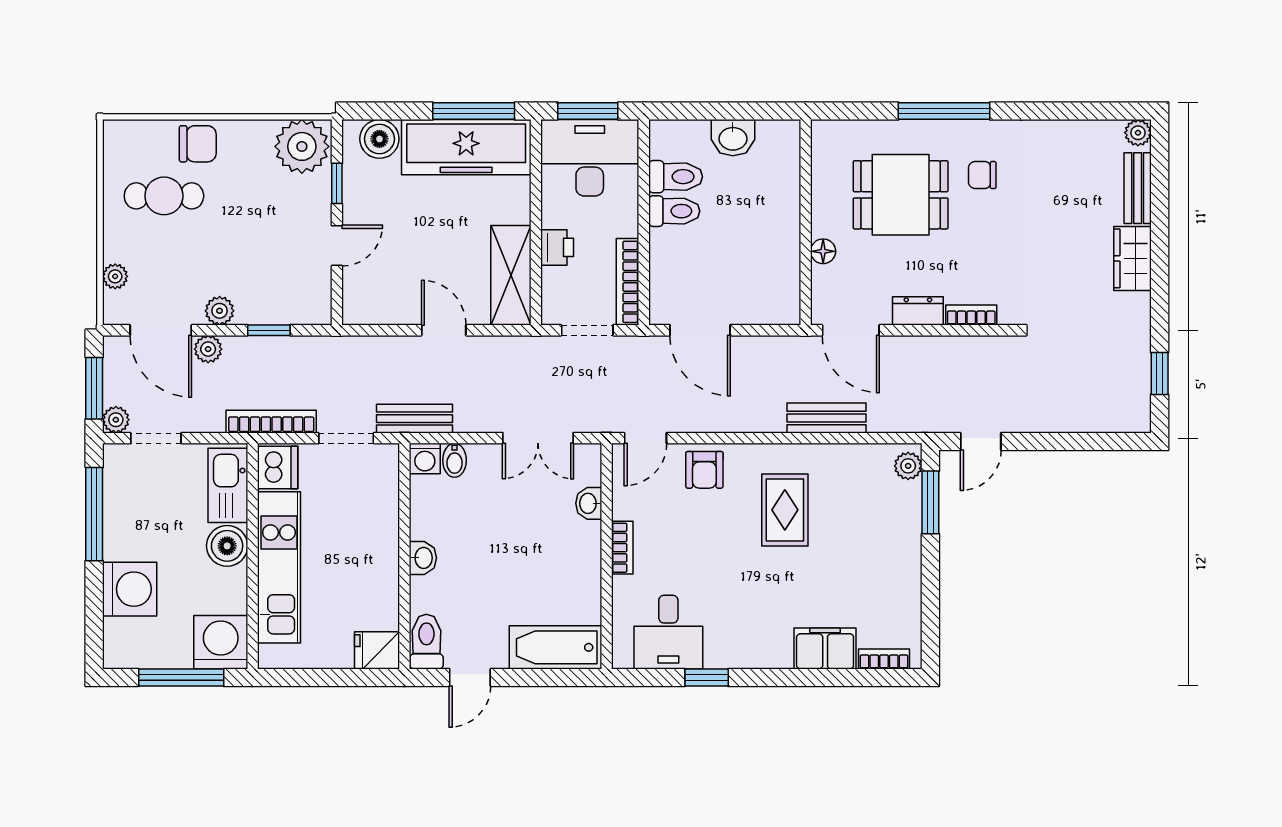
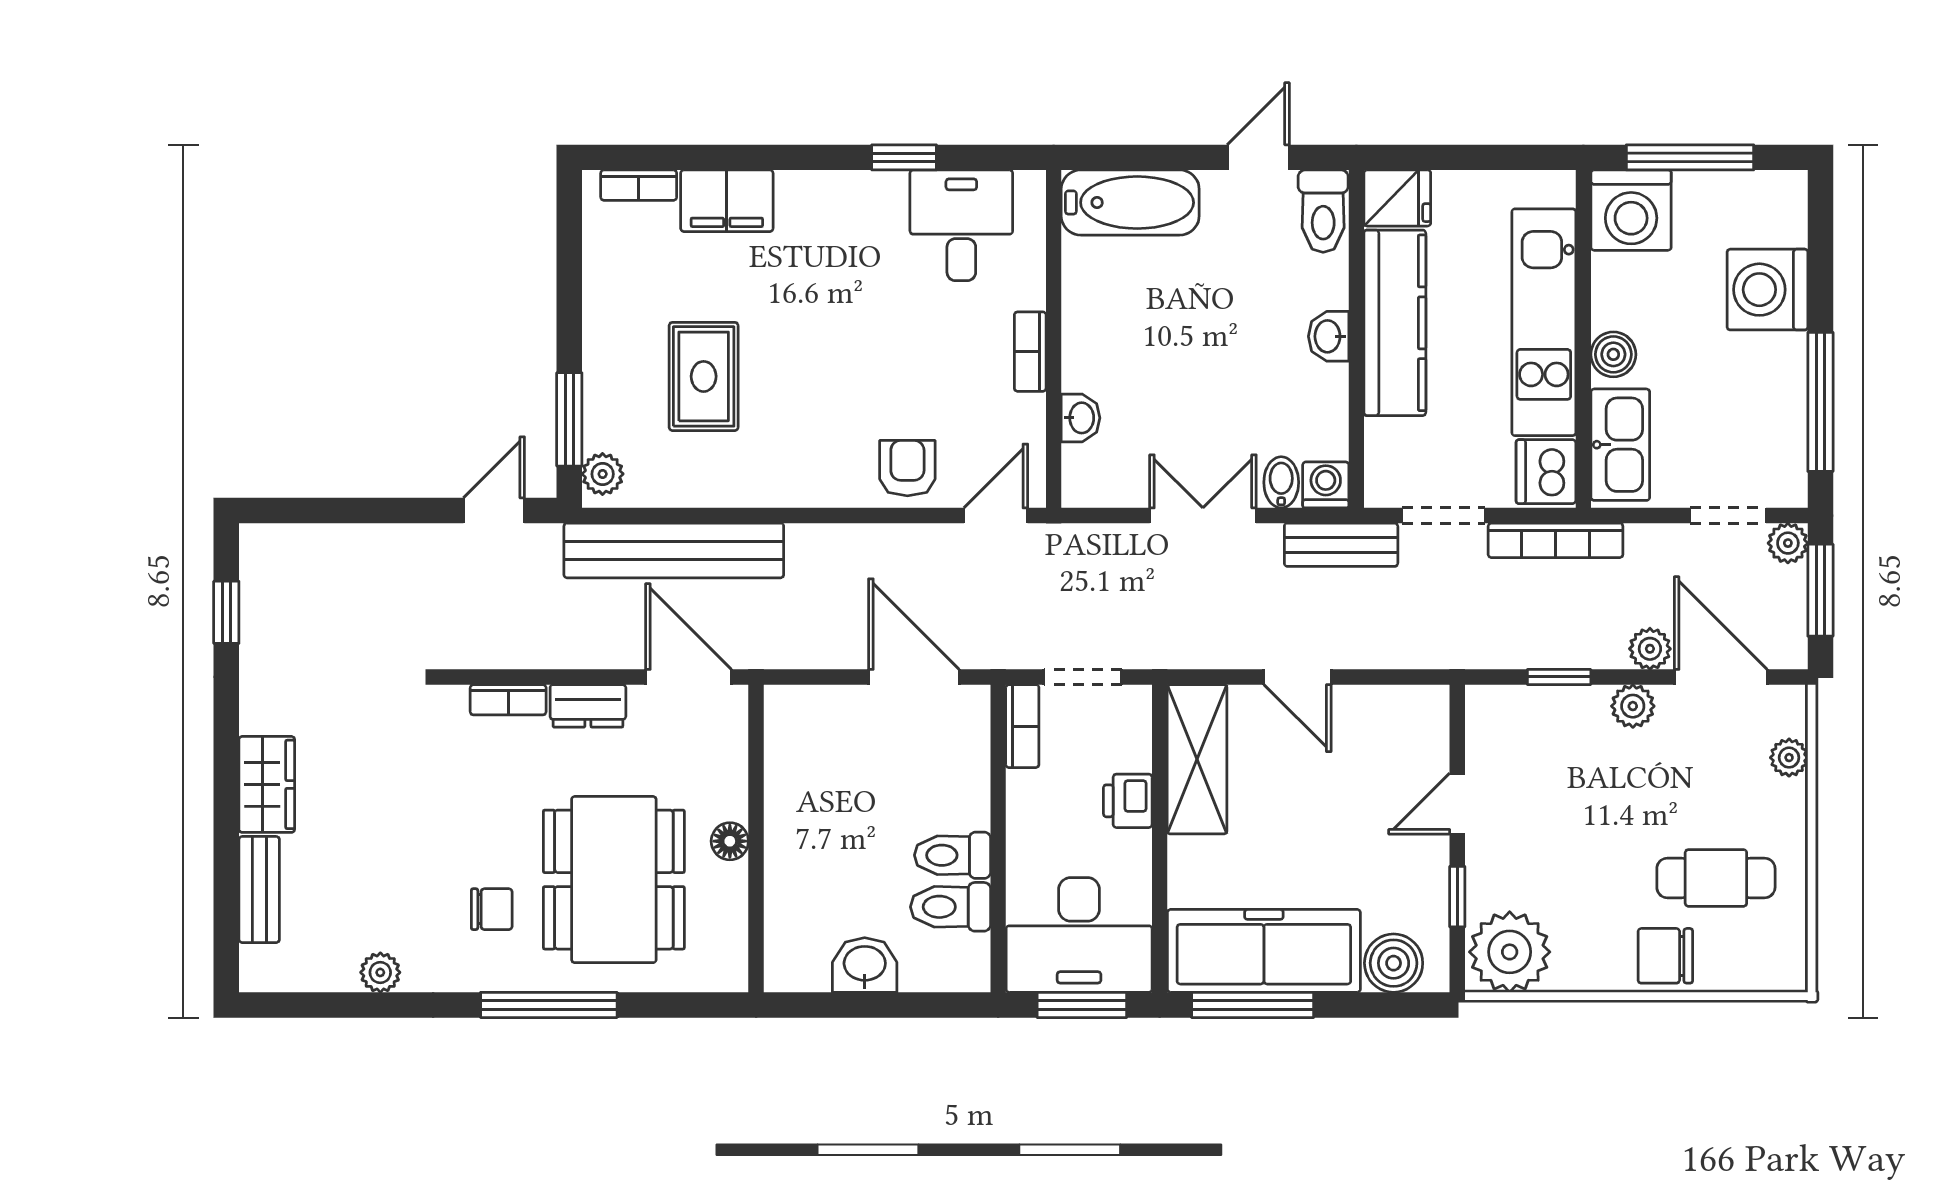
plant: (1138, 133) -> (380, 972), moved
dining table: (901, 195) -> (614, 880), width x1.38
floor lamp: (823, 251) -> (730, 841), moved
bookcase: (628, 282) -> (1022, 726), width x0.64
bench: (827, 418) -> (674, 550), width x1.86, depth x1.21
double door: (538, 438) -> (1203, 516), moved
rug: (785, 510) -> (704, 376), moved
boiler: (227, 546) -> (1613, 354), width x0.73, depth x0.73
kitchen counter: (379, 567) -> (1395, 323), added

